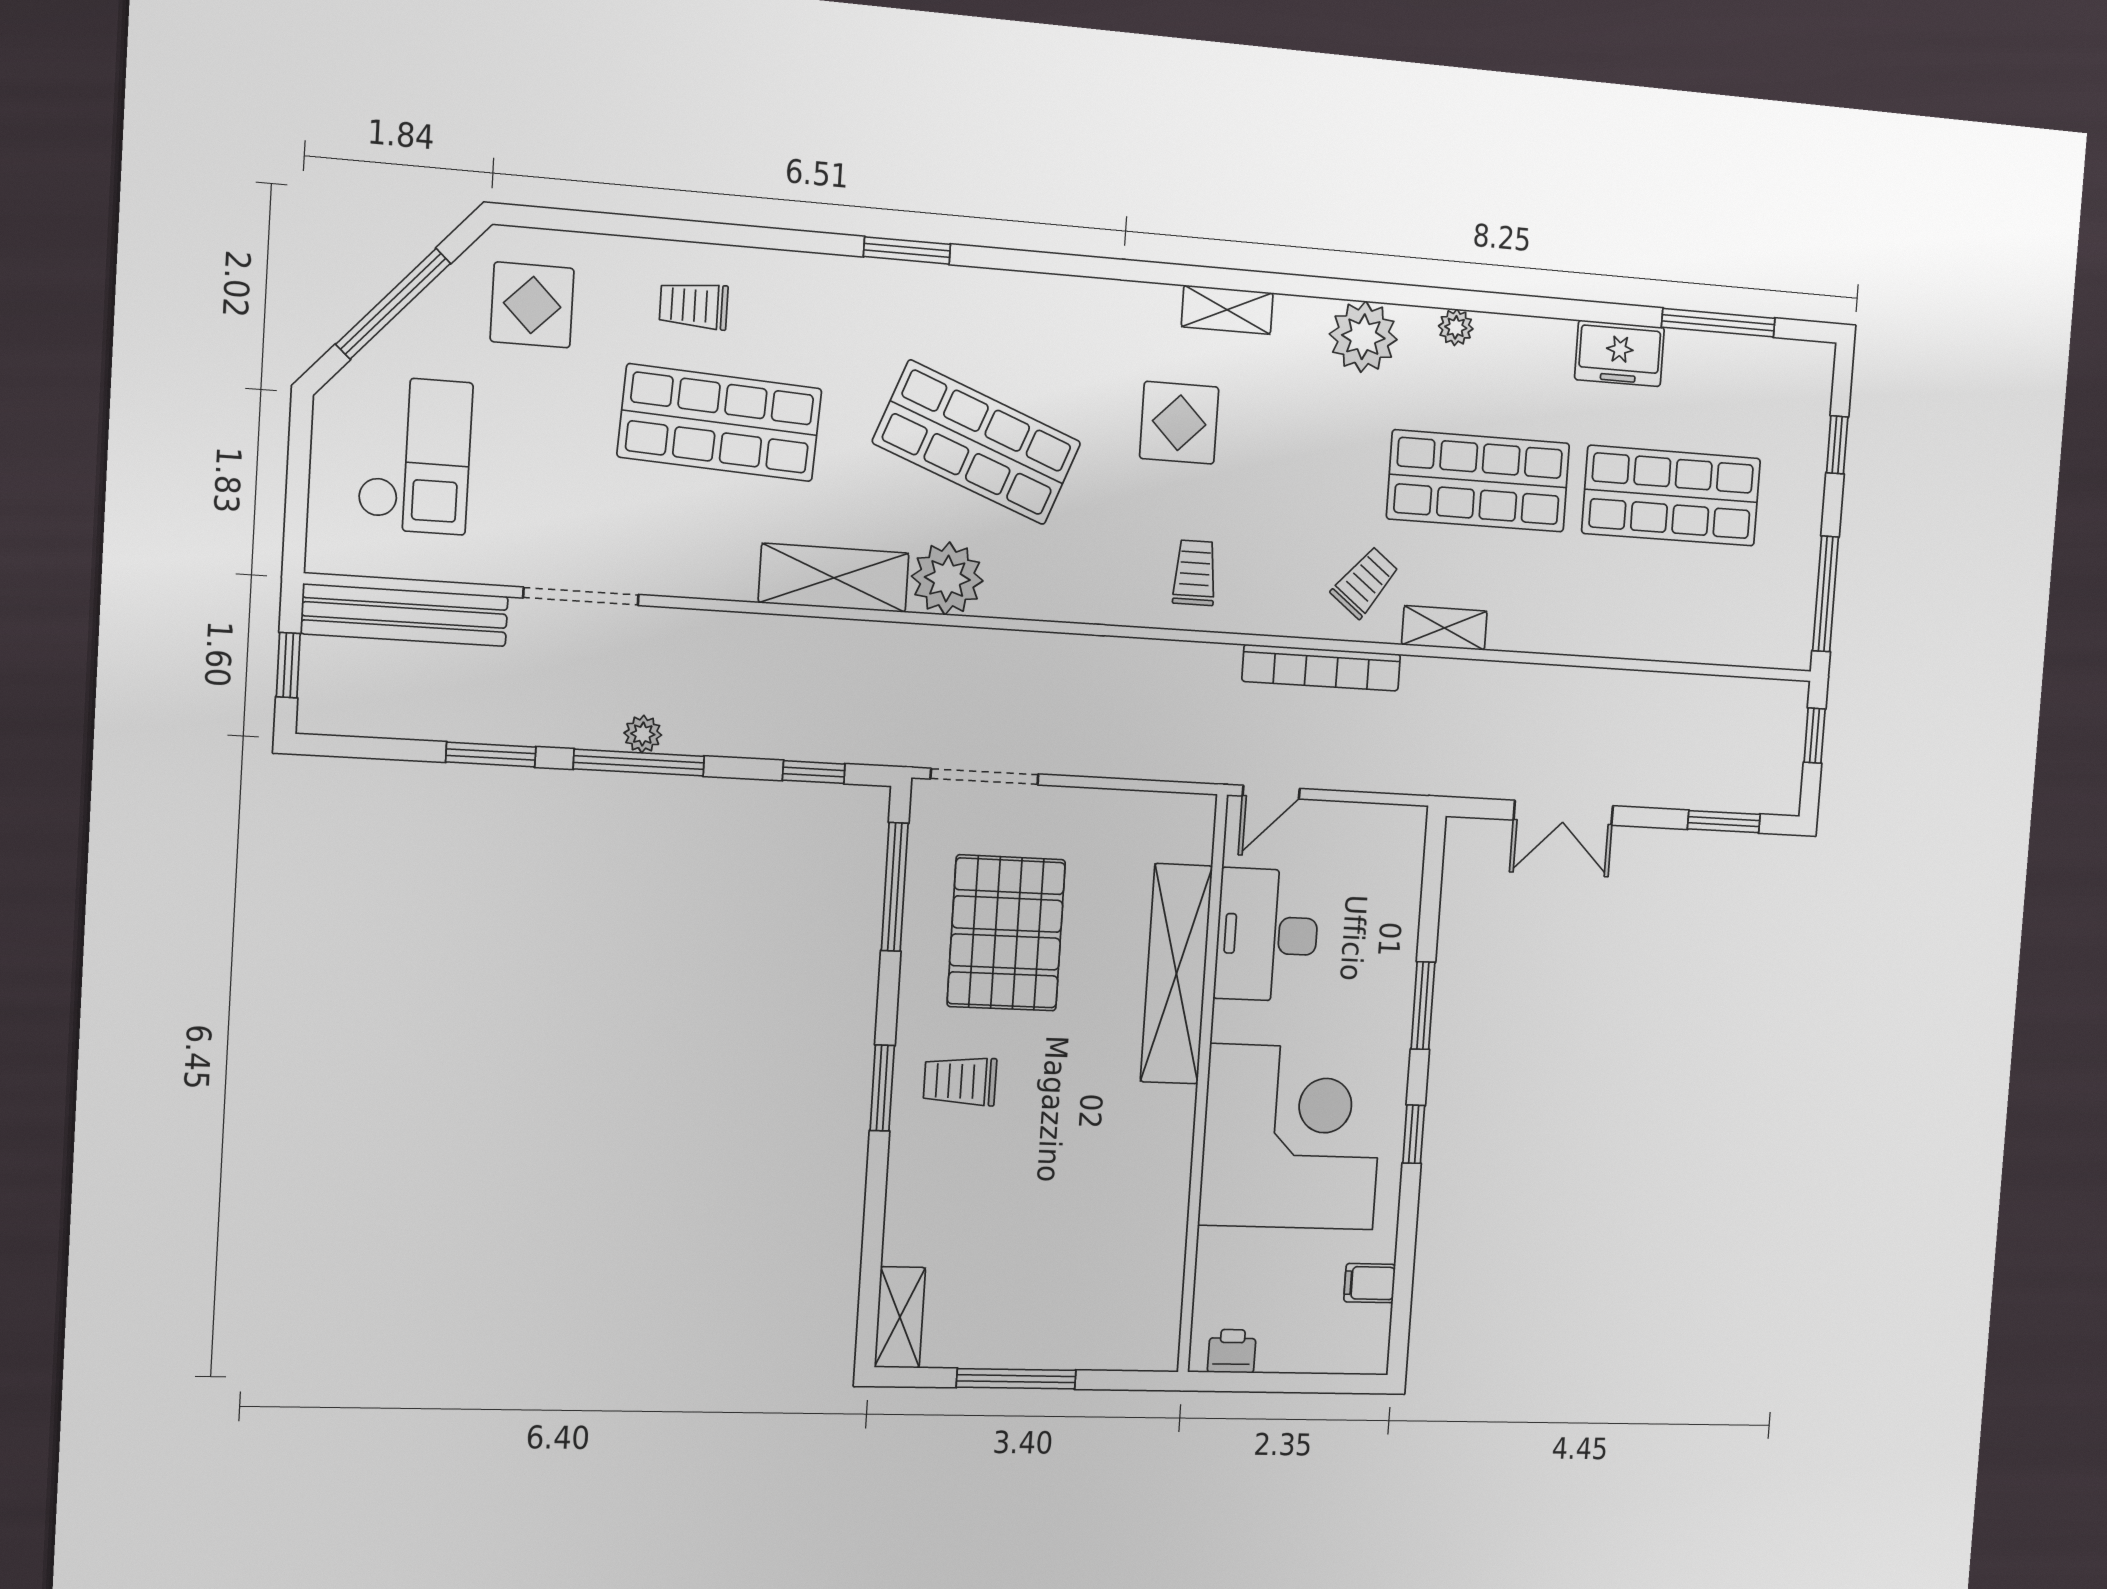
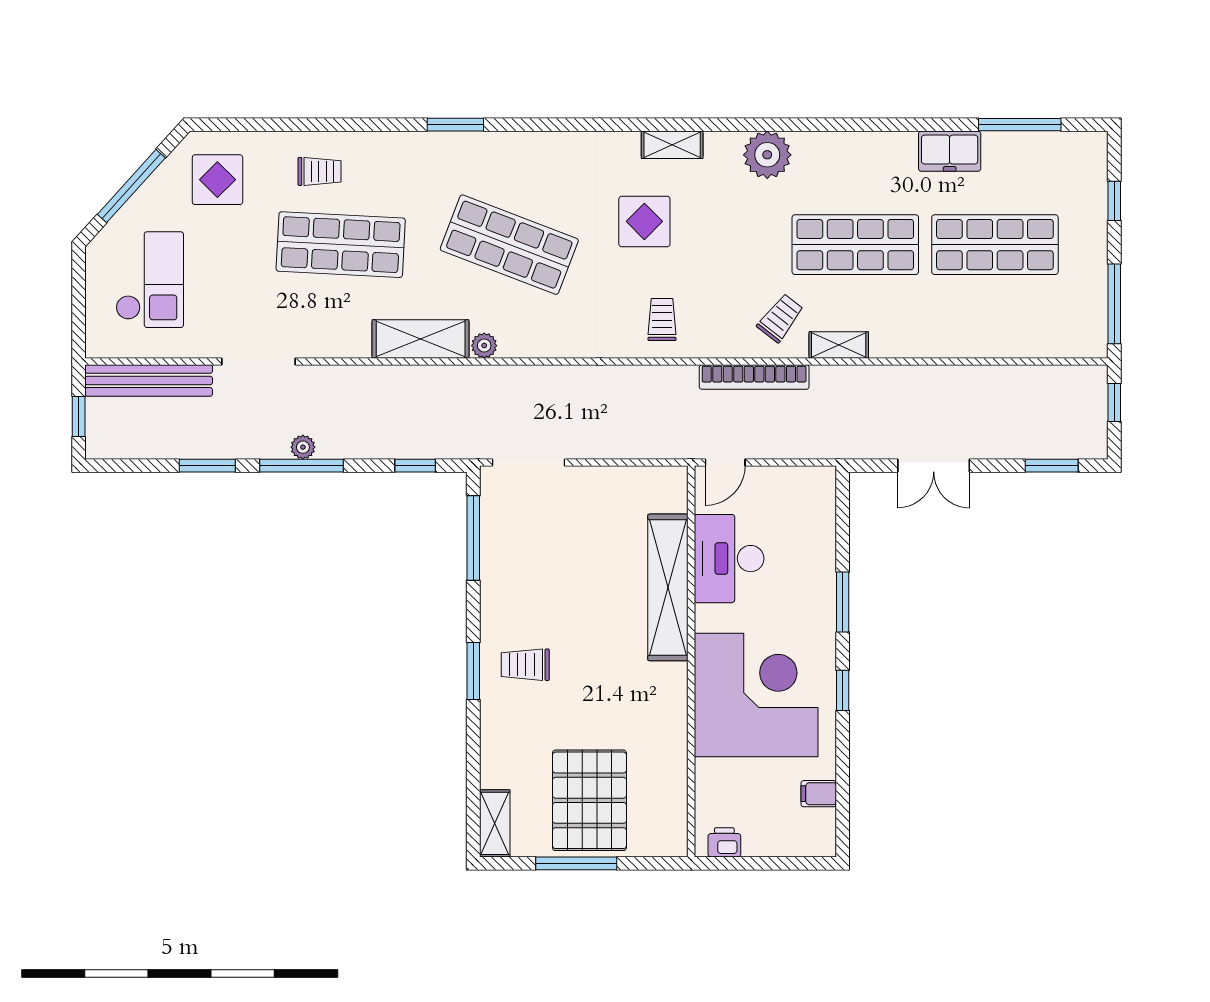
trolley: (694, 305) -> (320, 171), turned 180
plant: (1456, 327) -> (832, 143), removed
plant: (947, 578) -> (484, 346), width x0.53, depth x0.53
pallet: (1006, 933) -> (589, 800), moved

